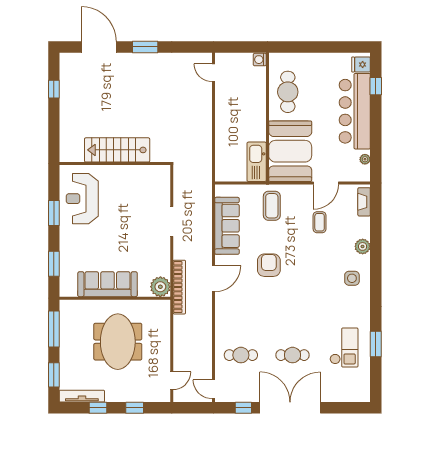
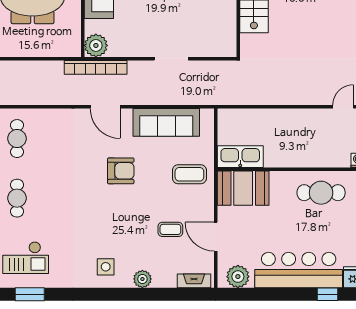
booth: (290, 151) -> (243, 188), width x0.73, depth x0.70
plant: (365, 159) -> (238, 277), width x1.88, depth x1.88

